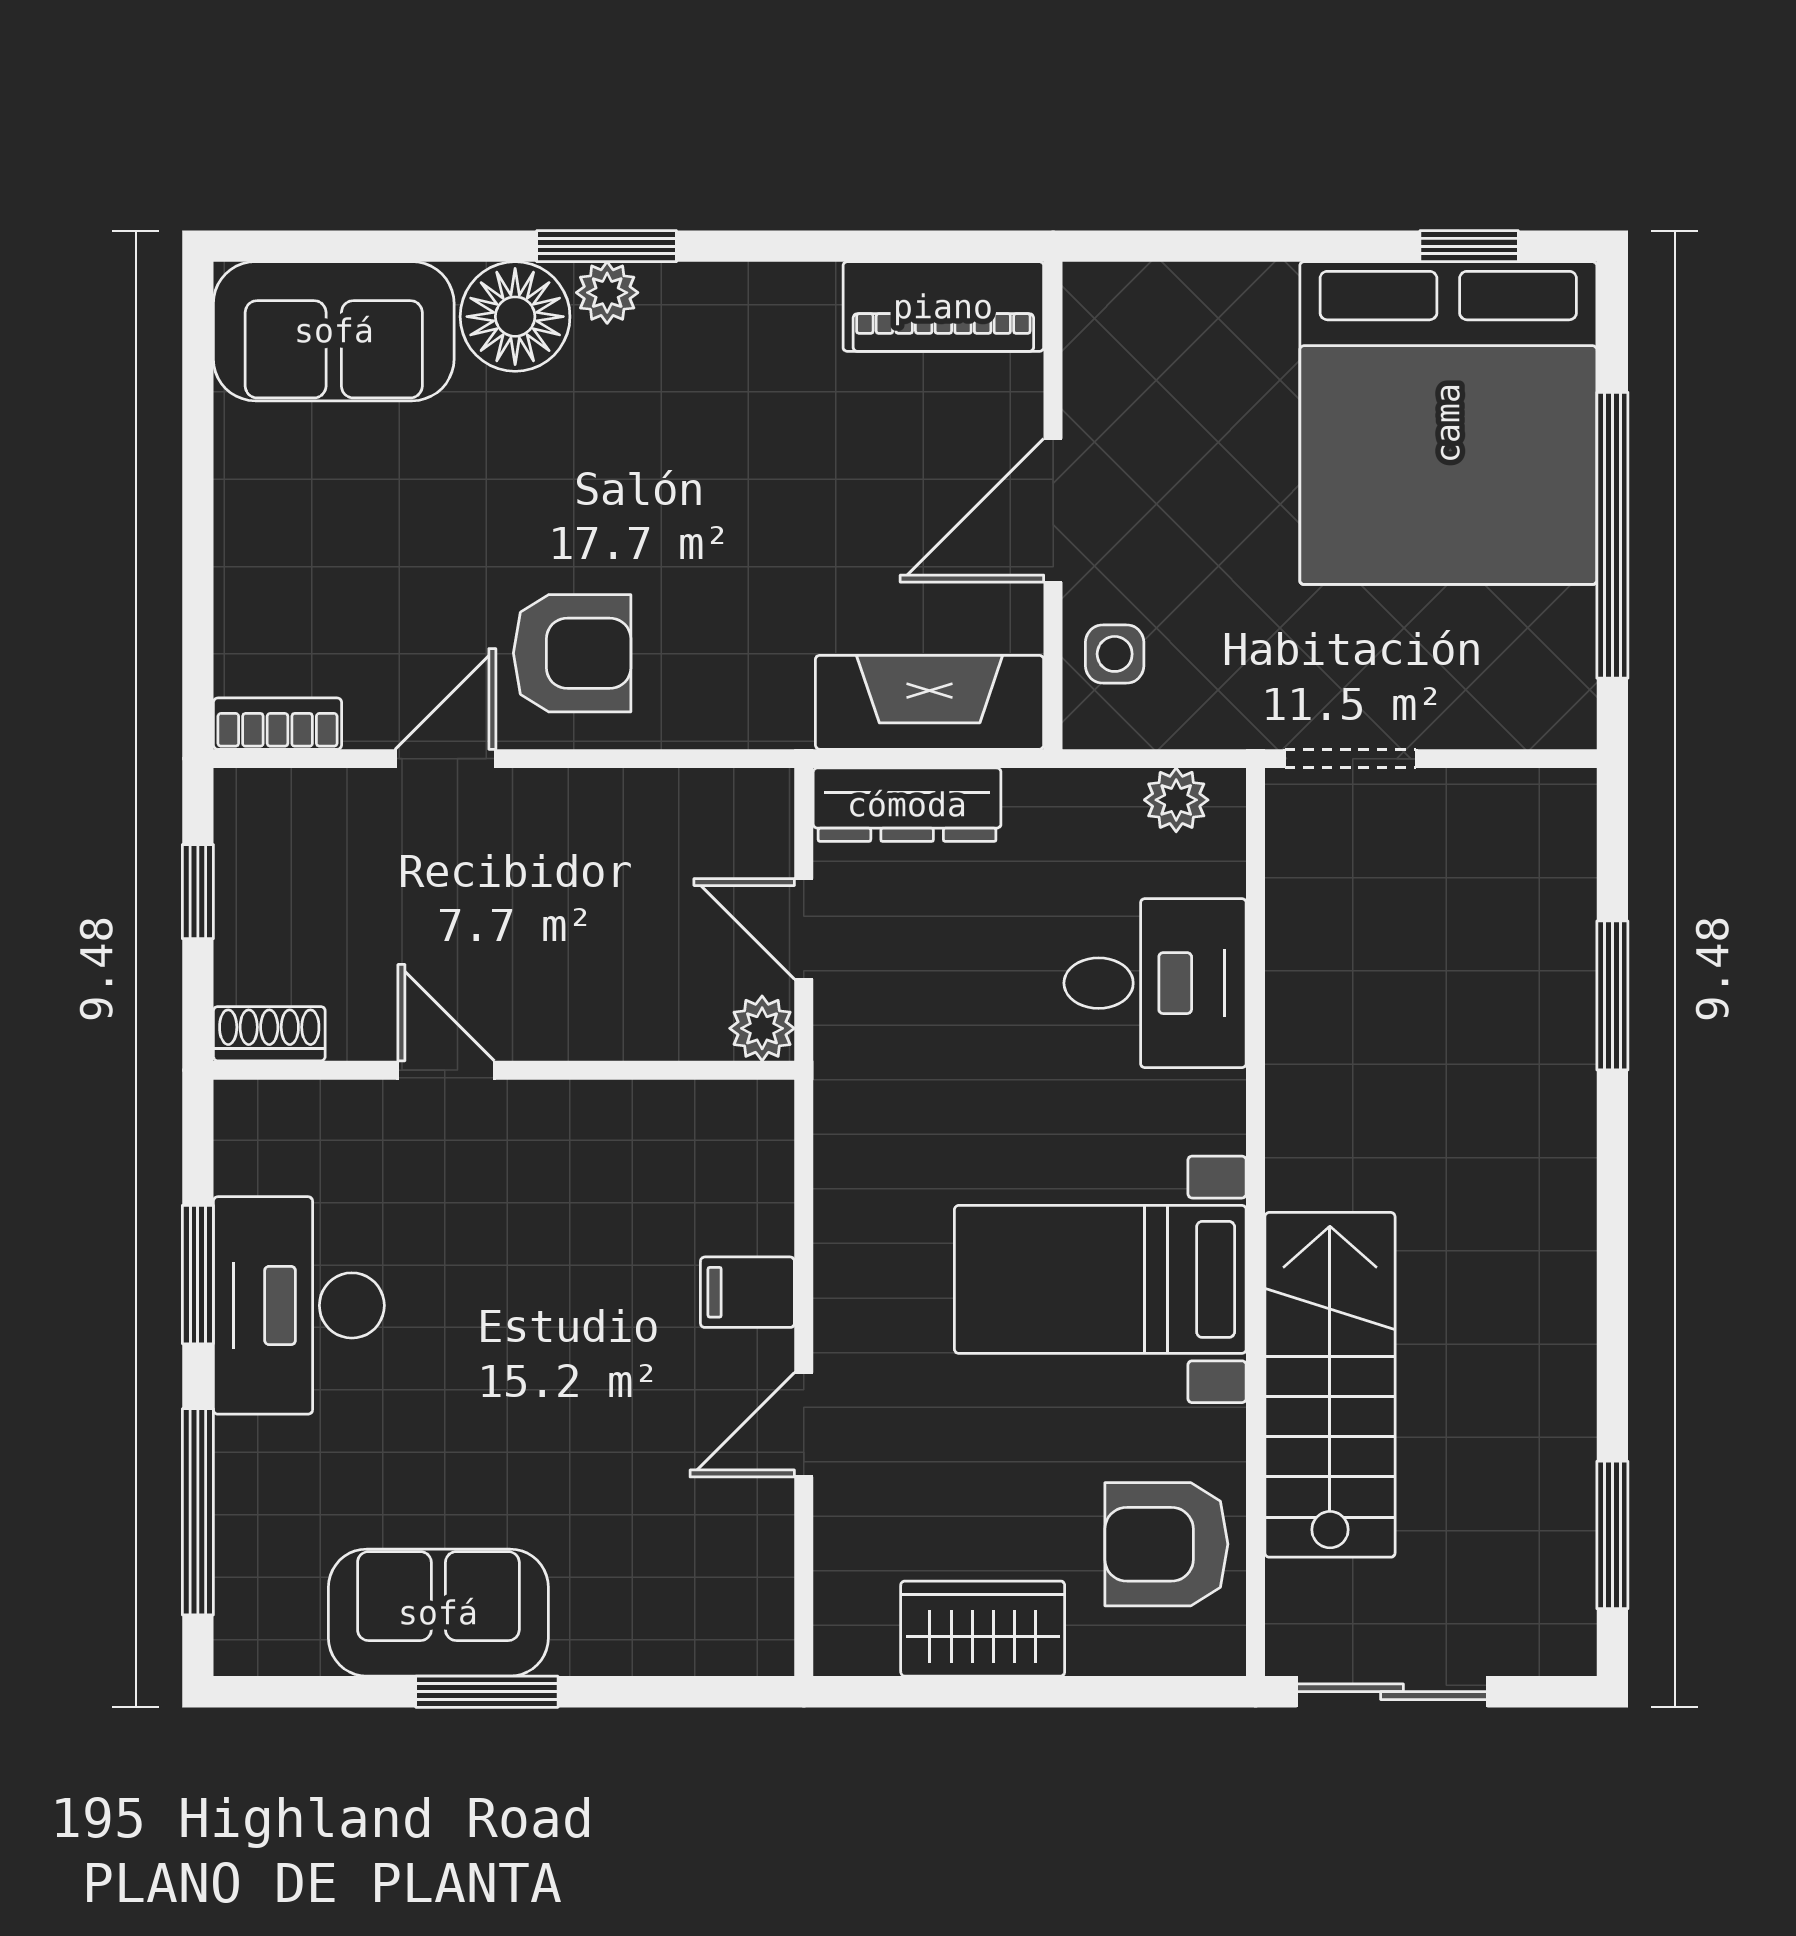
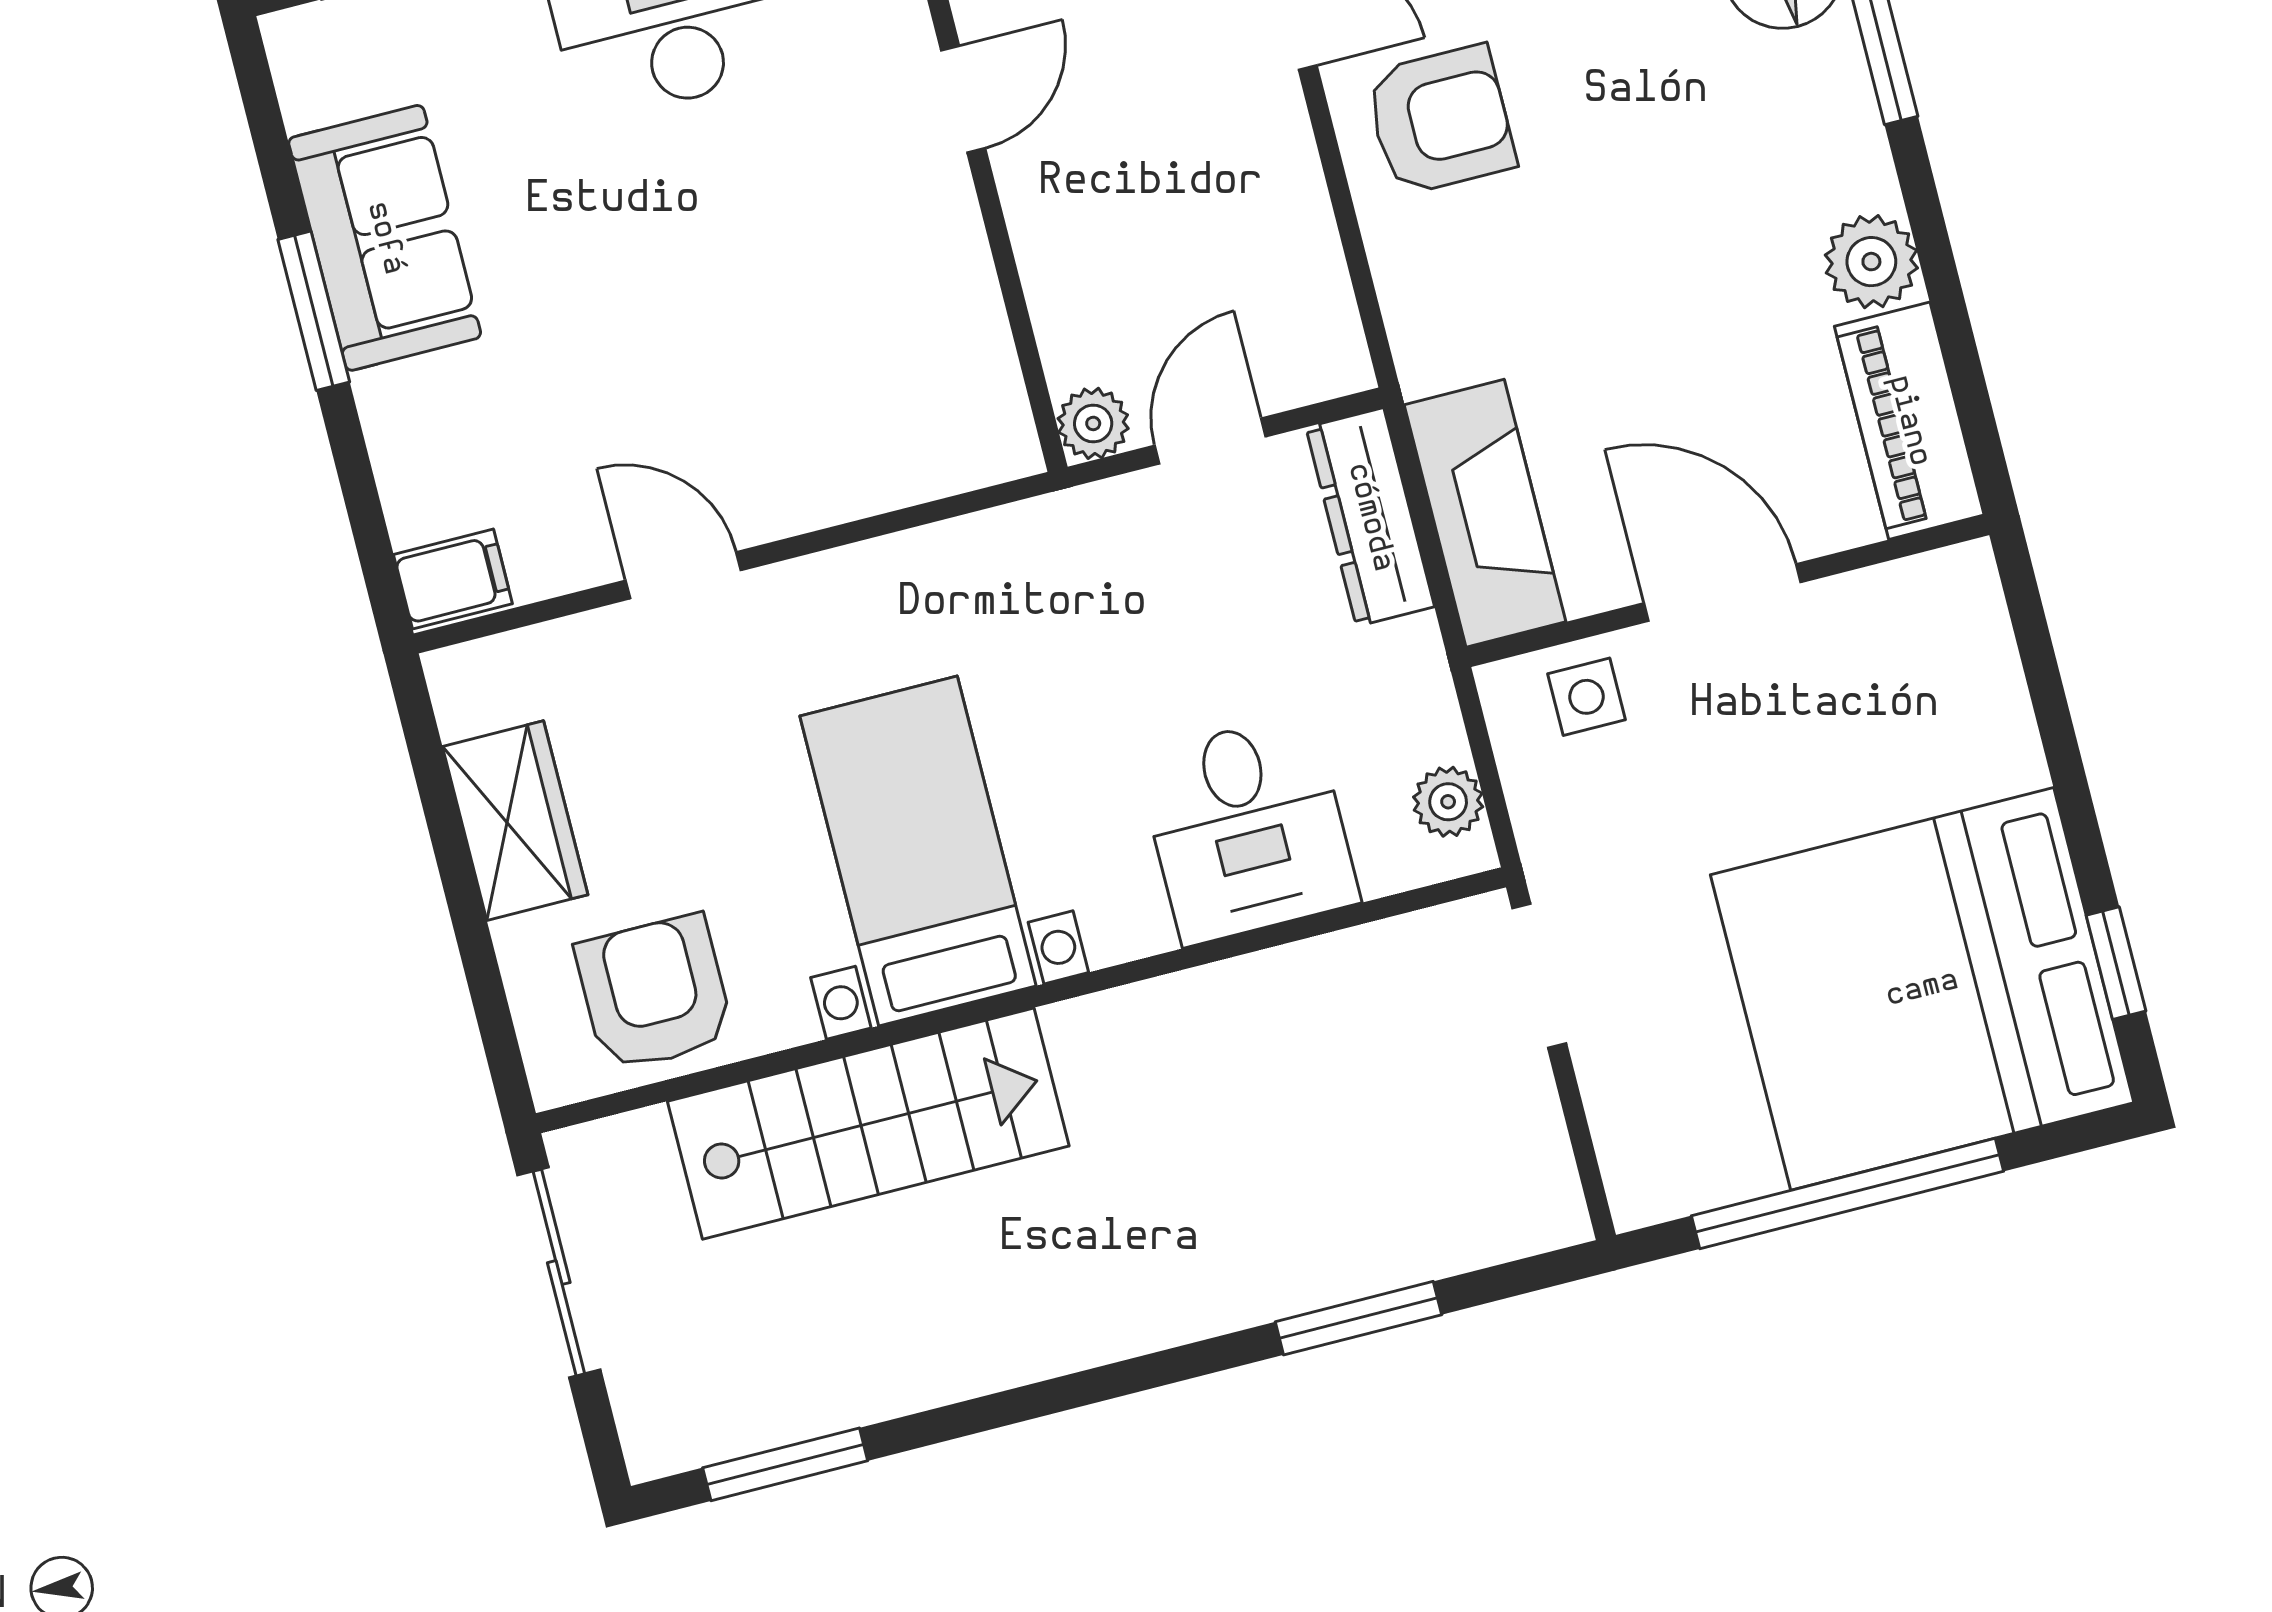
plant: (607, 293) -> (1871, 262), moved, width x1.38, depth x1.38
armchair: (572, 653) -> (1440, 120), turned -90
filing cabinet: (747, 1292) -> (453, 579), moved, turned 90

